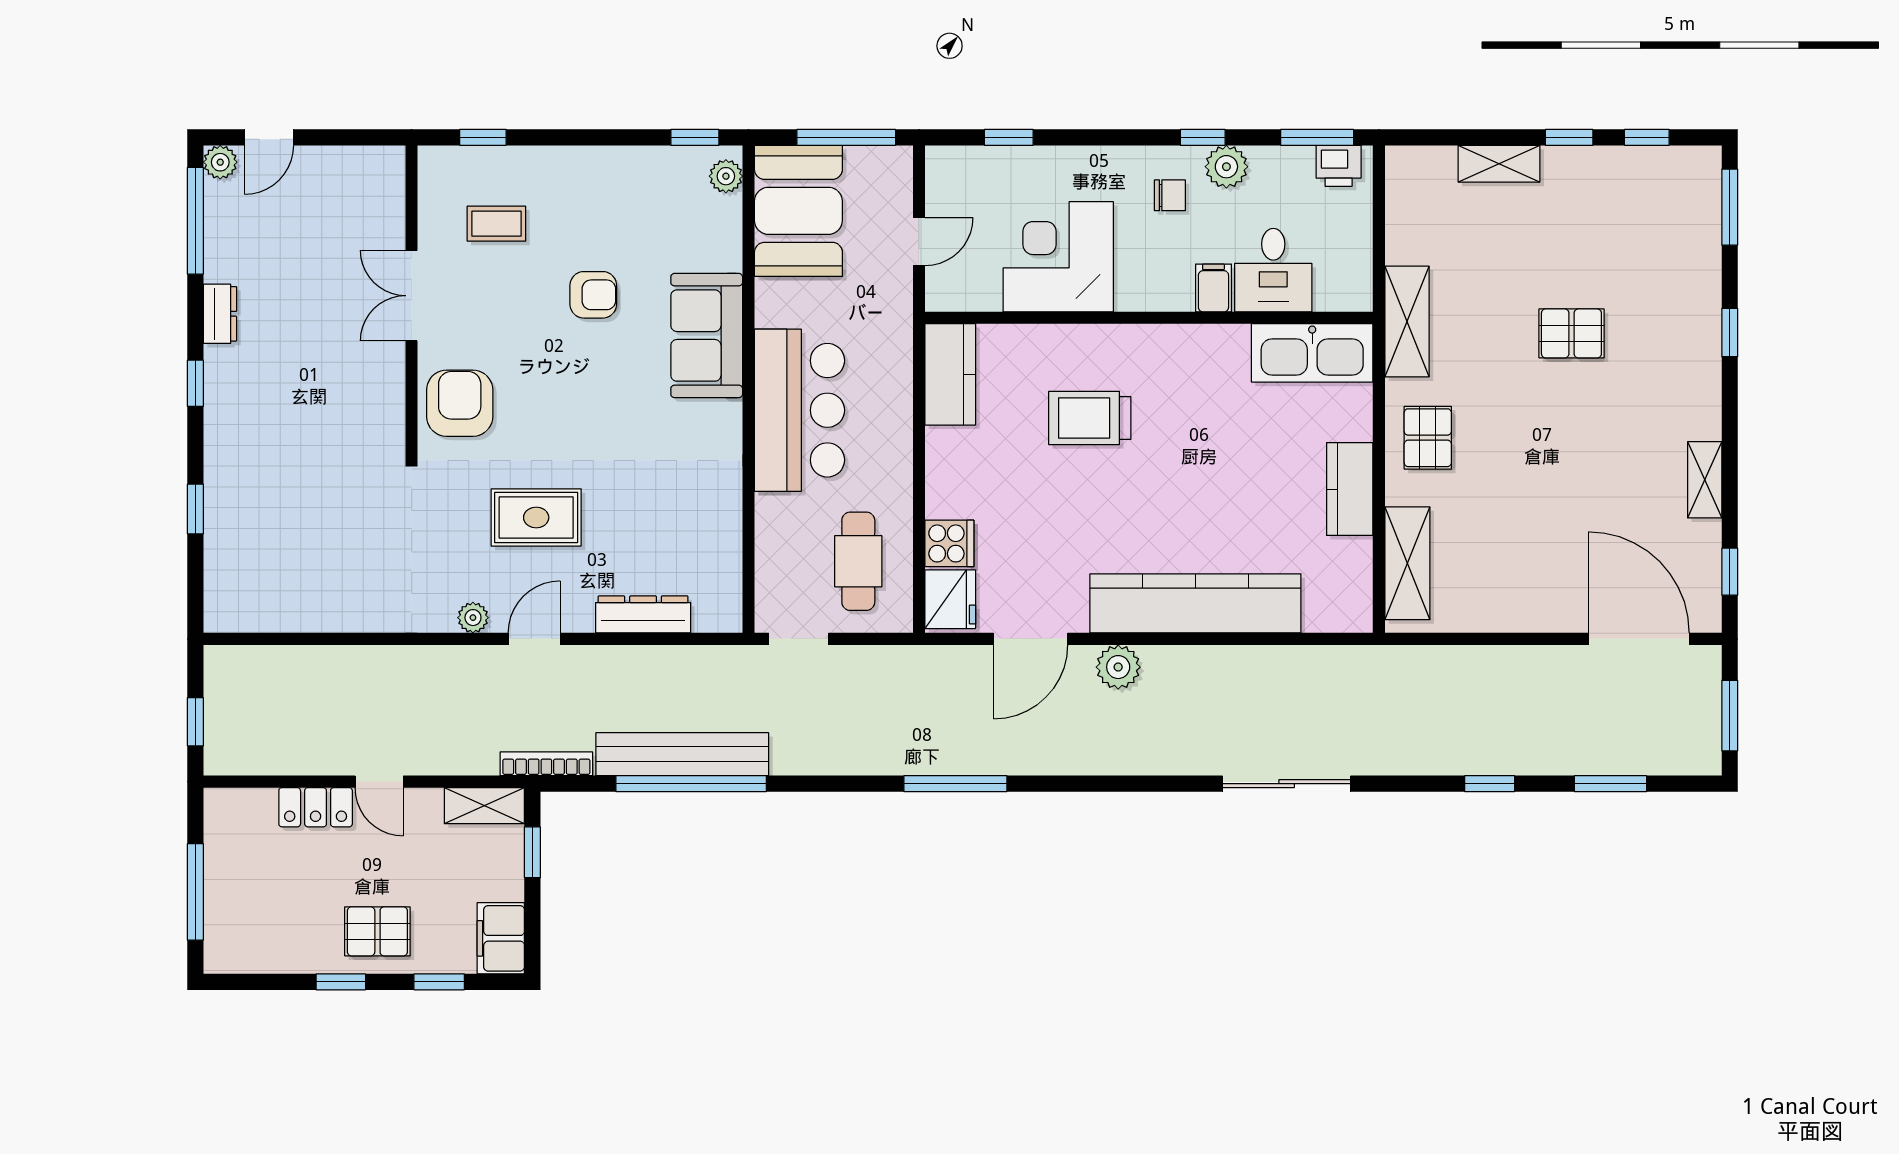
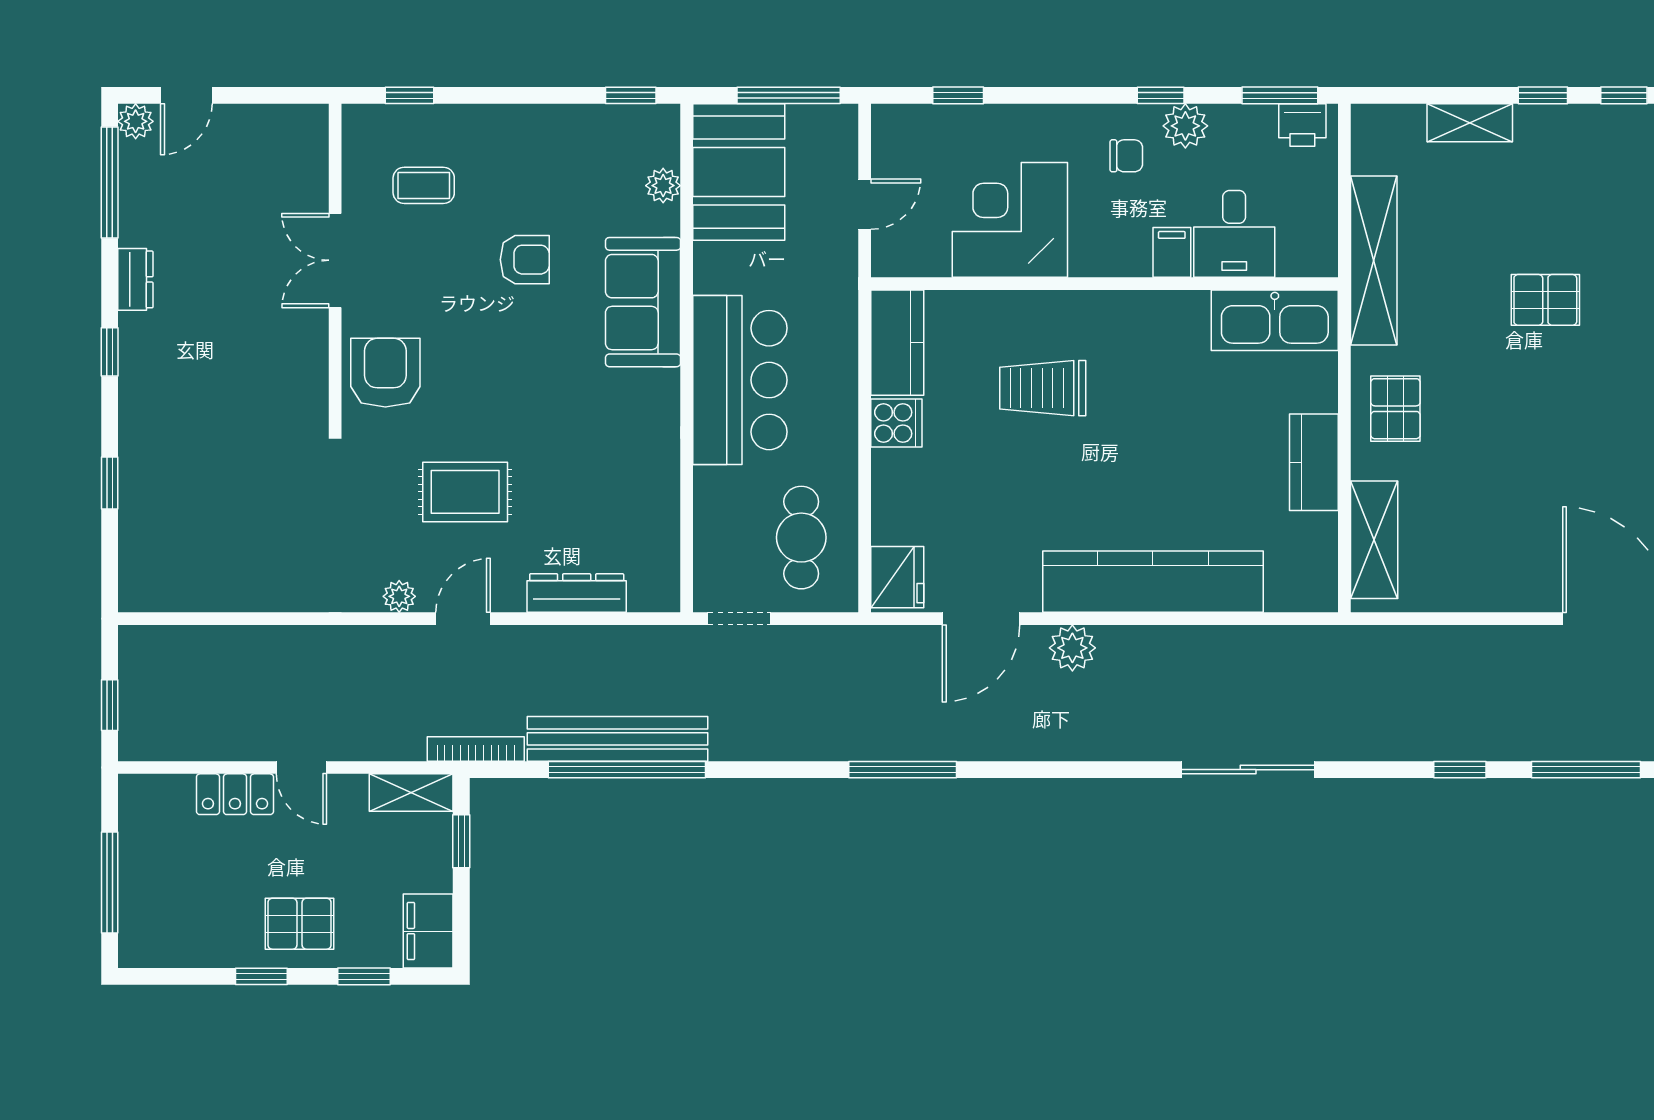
plant: (726, 176) -> (663, 186), moved
shelving: (1407, 321) -> (1374, 261), width x1.47
cooker: (949, 543) -> (896, 423), moved
window: (1610, 784) -> (1586, 770), width x1.44

